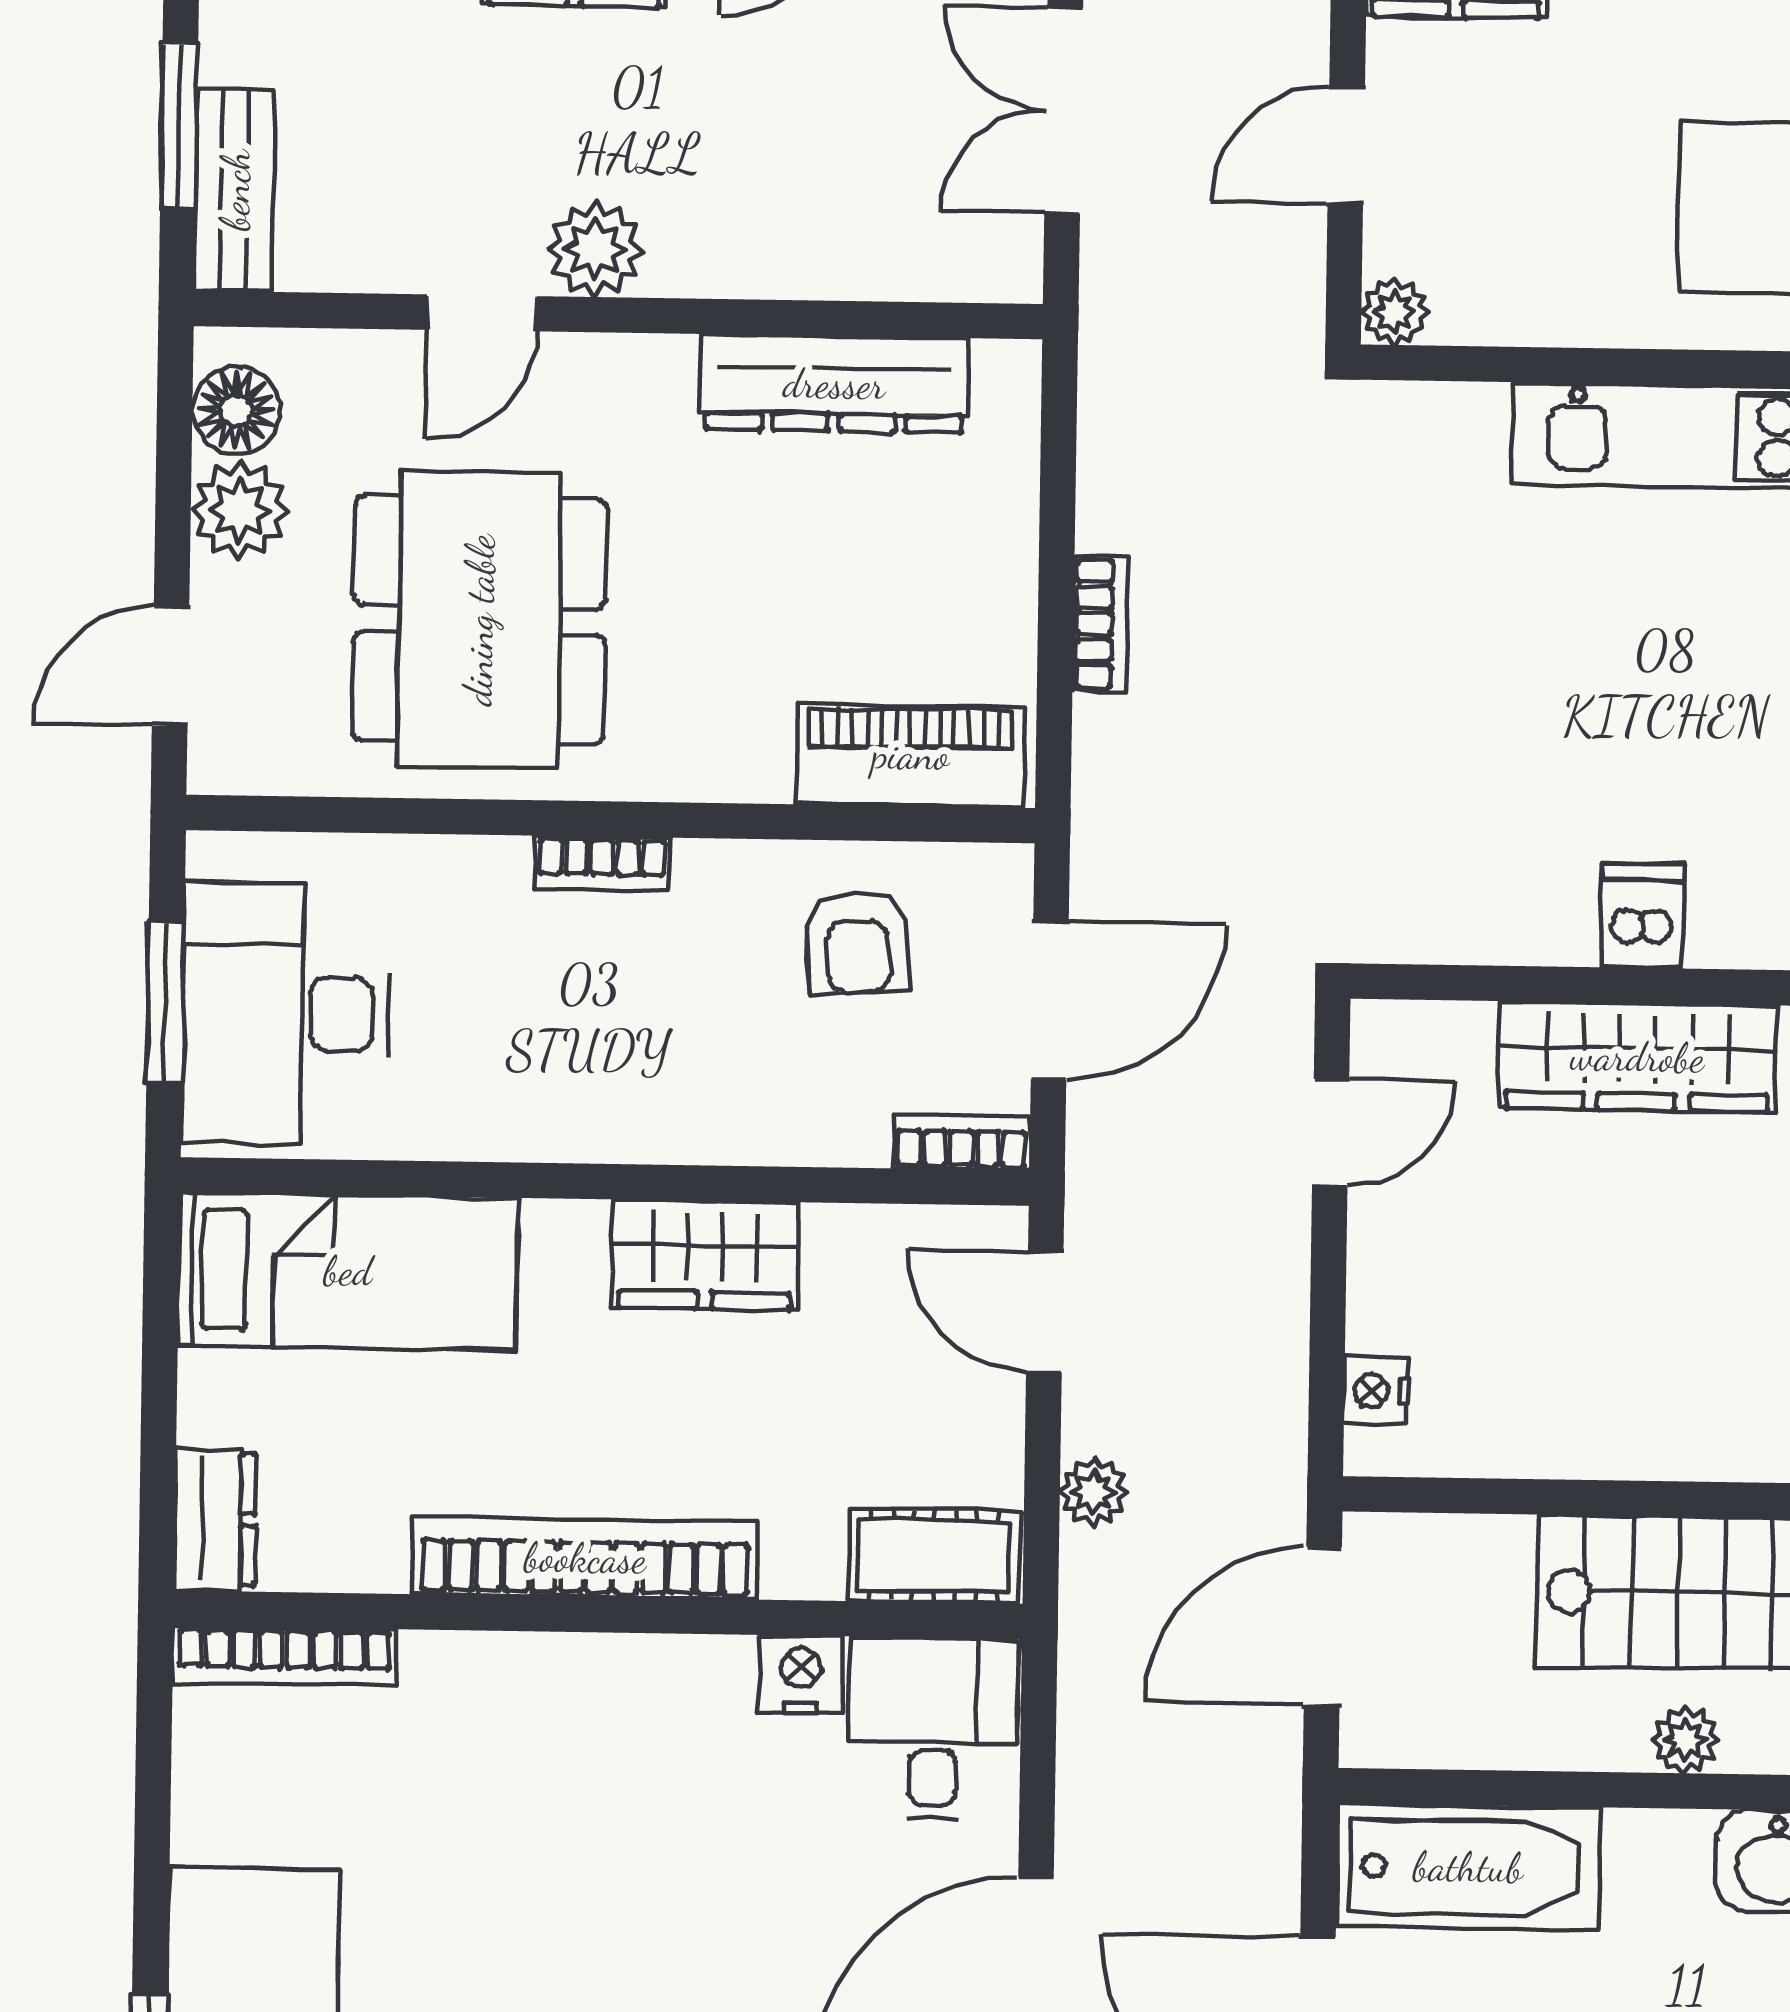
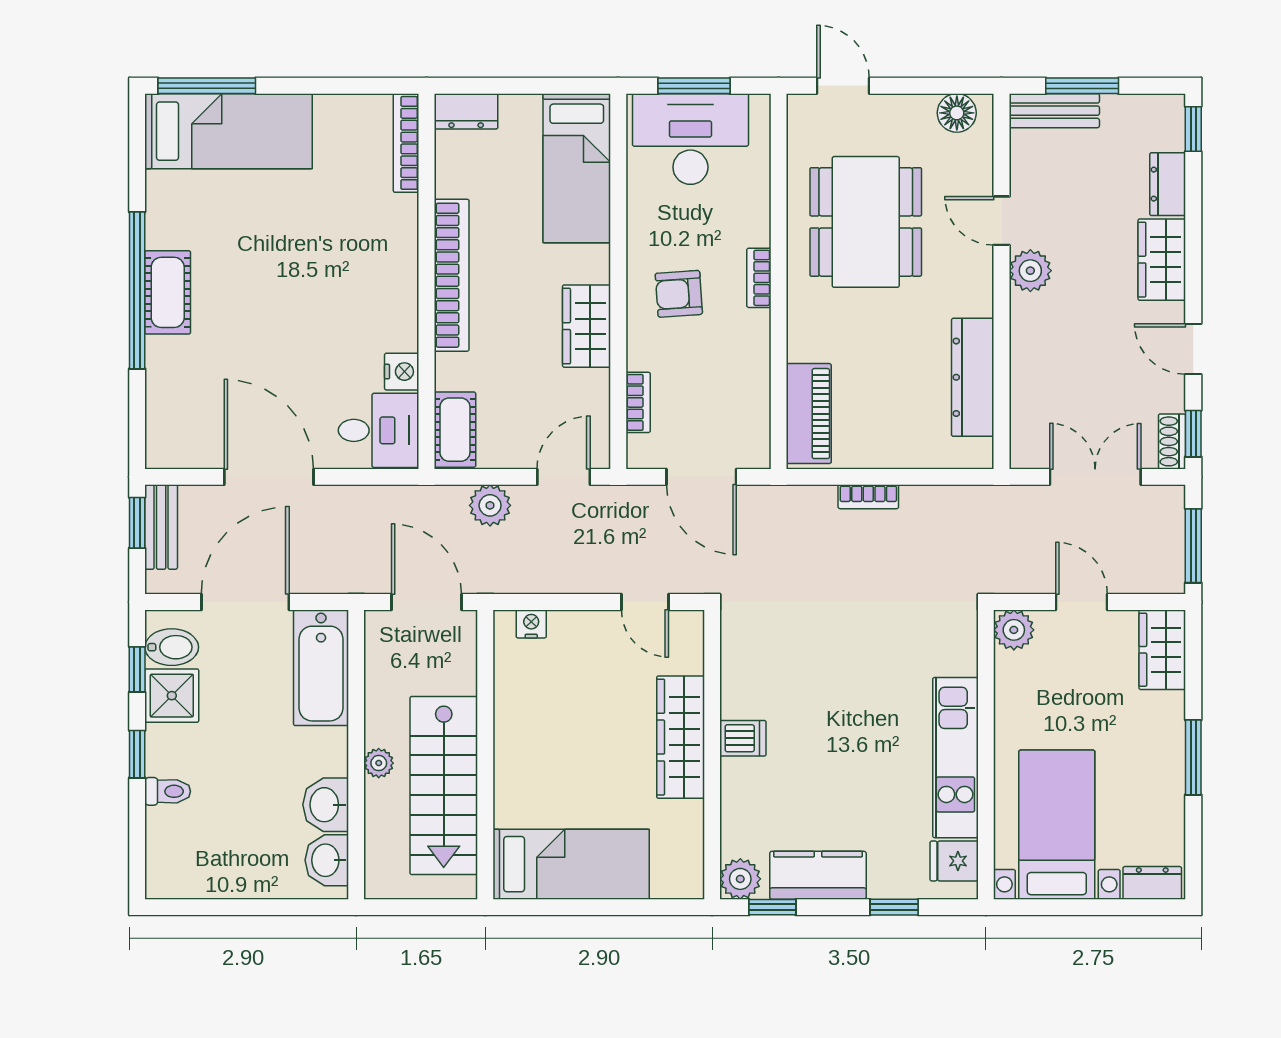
plant: (1394, 312) -> (1014, 630), width x1.38, depth x1.38
plant: (240, 510) -> (913, 115), removed
dining table: (479, 620) -> (866, 222), turned 90
armchair: (857, 943) -> (679, 294), moved
bookcase: (962, 1142) -> (638, 402), moved
plant: (1094, 1492) -> (490, 505), width x1.38, depth x1.38

